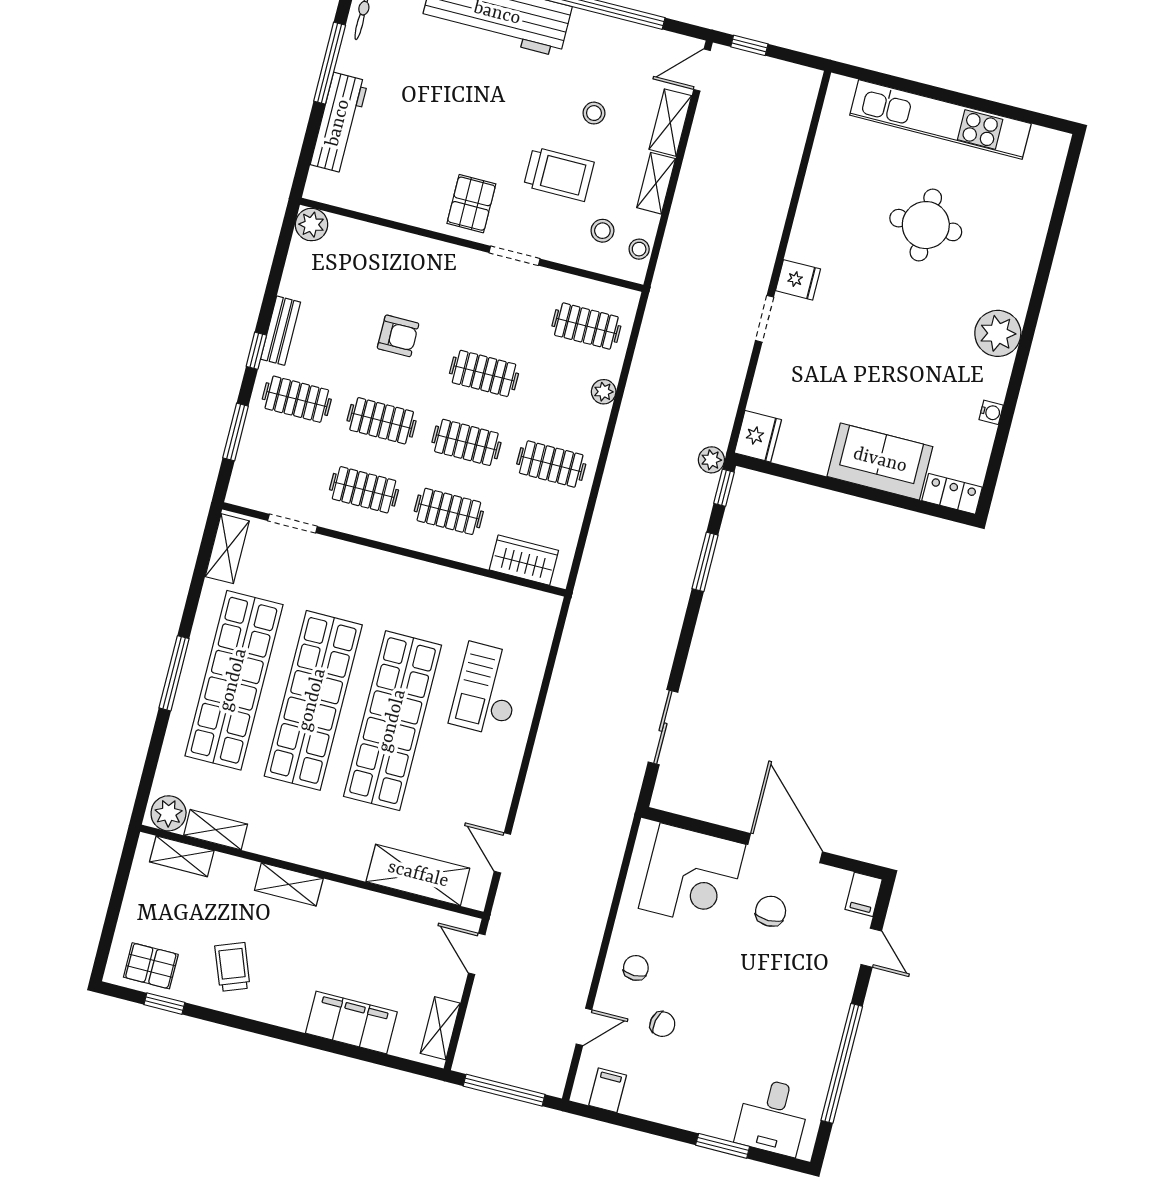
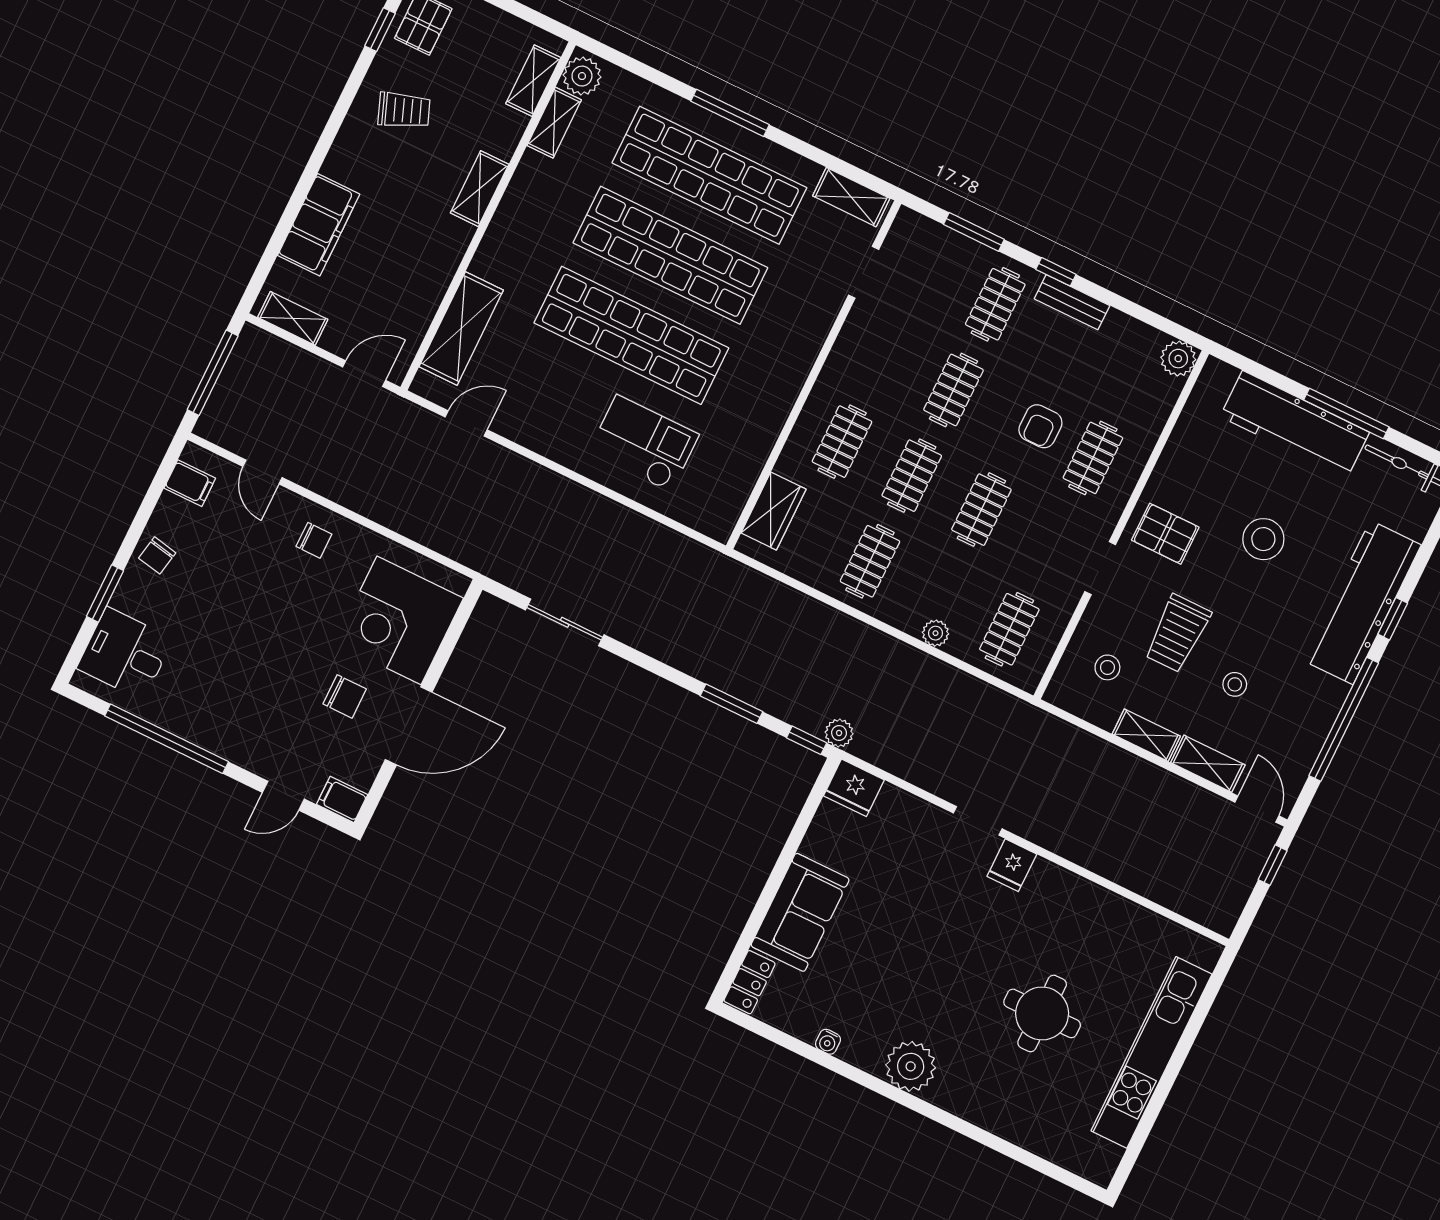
workbench: (339, 123) -> (1295, 424), width x1.36, depth x1.32
stool: (639, 249) -> (1263, 539), moved, width x1.89, depth x1.89
clothes rail: (364, 490) -> (1093, 458), moved
chair: (662, 1024) -> (157, 555), moved

